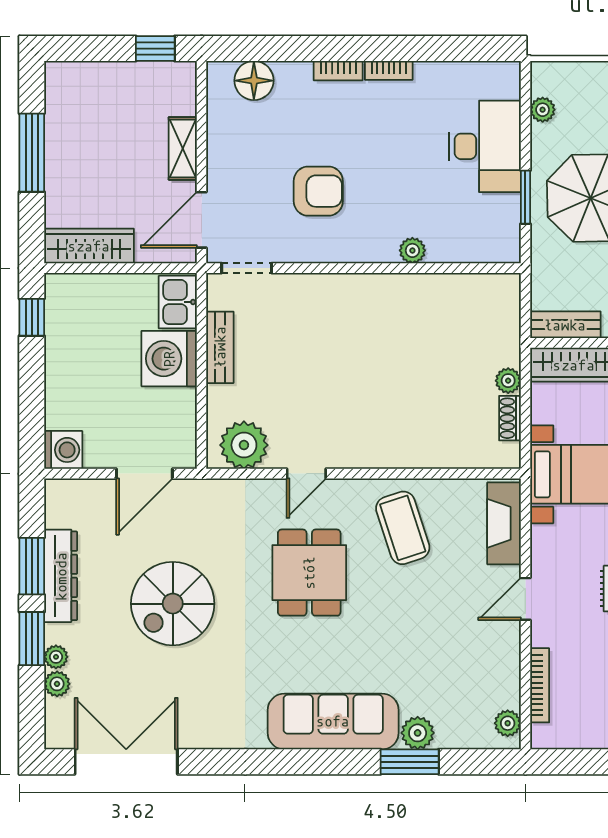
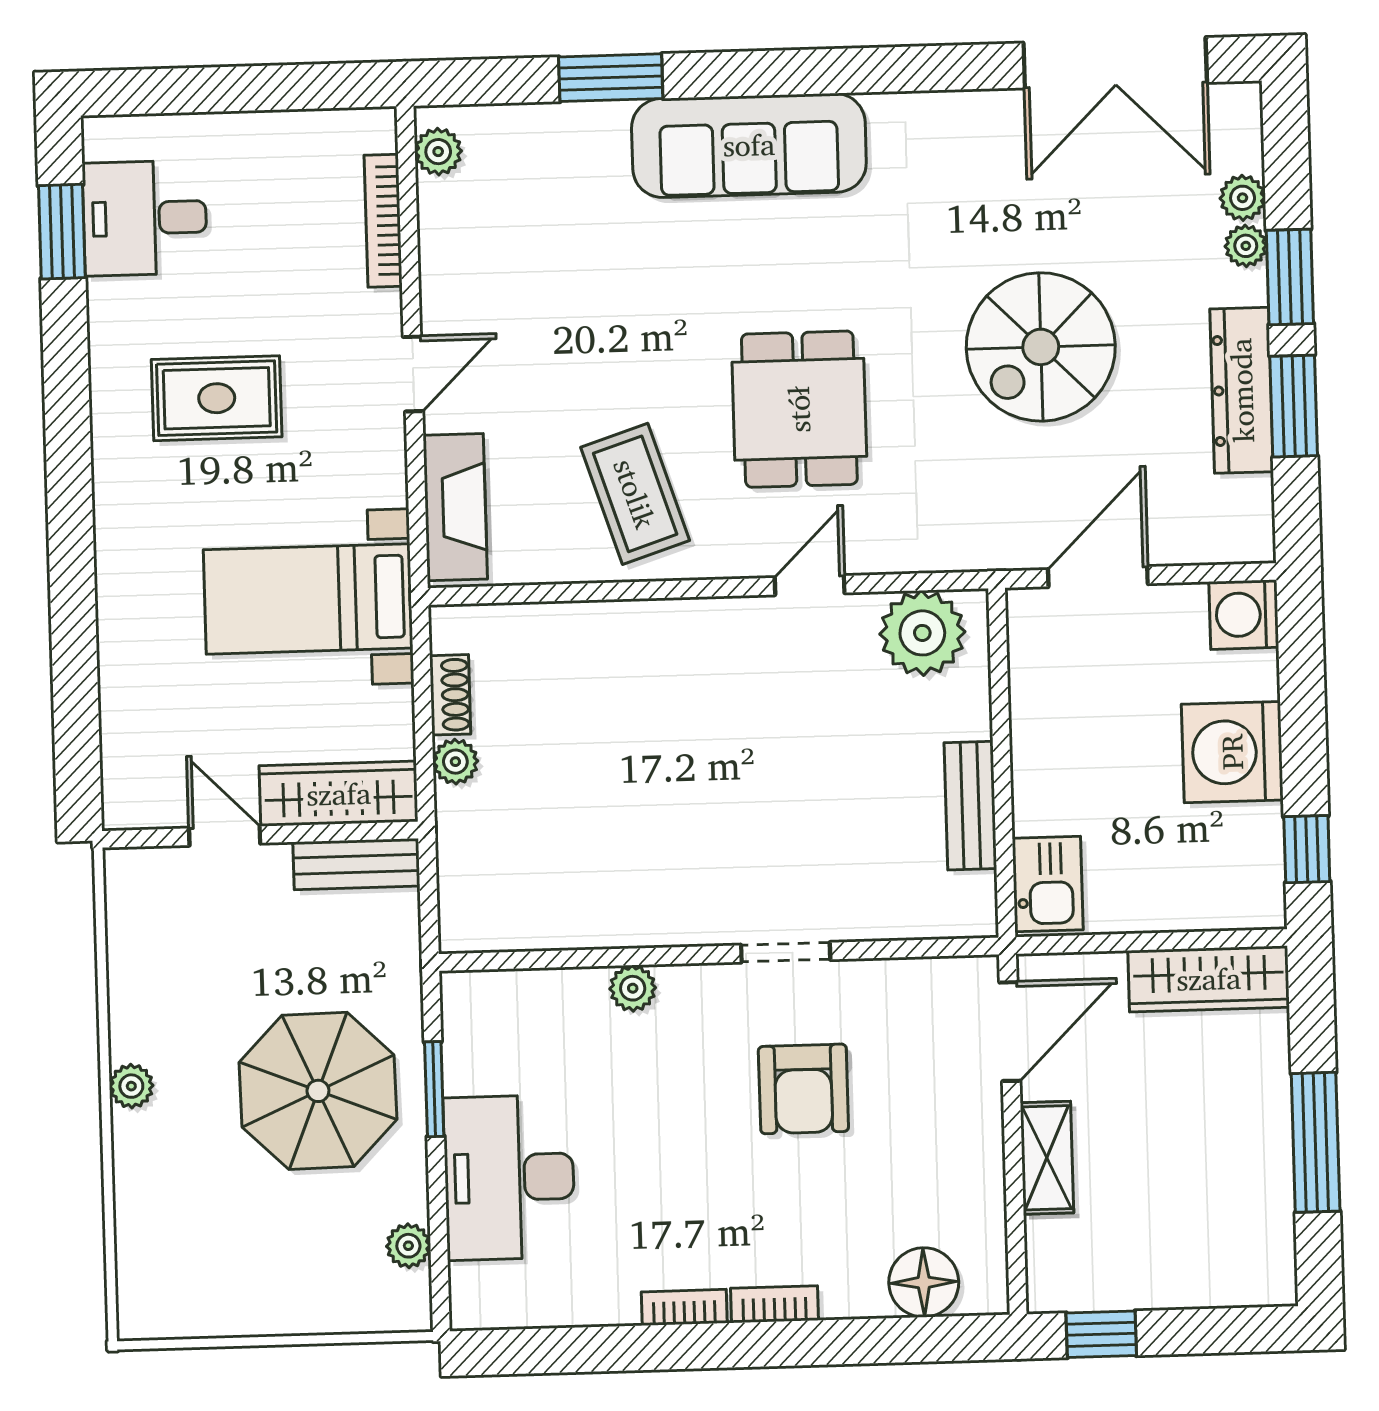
armchair: (318, 191) -> (803, 1089), turned -90
doorway: (247, 268) -> (786, 952), moved
washing machine: (169, 359) -> (1232, 752), moved, turned 180
spiral stairs: (173, 604) -> (1041, 347), turned 180
plant: (418, 733) -> (598, 130), removed

